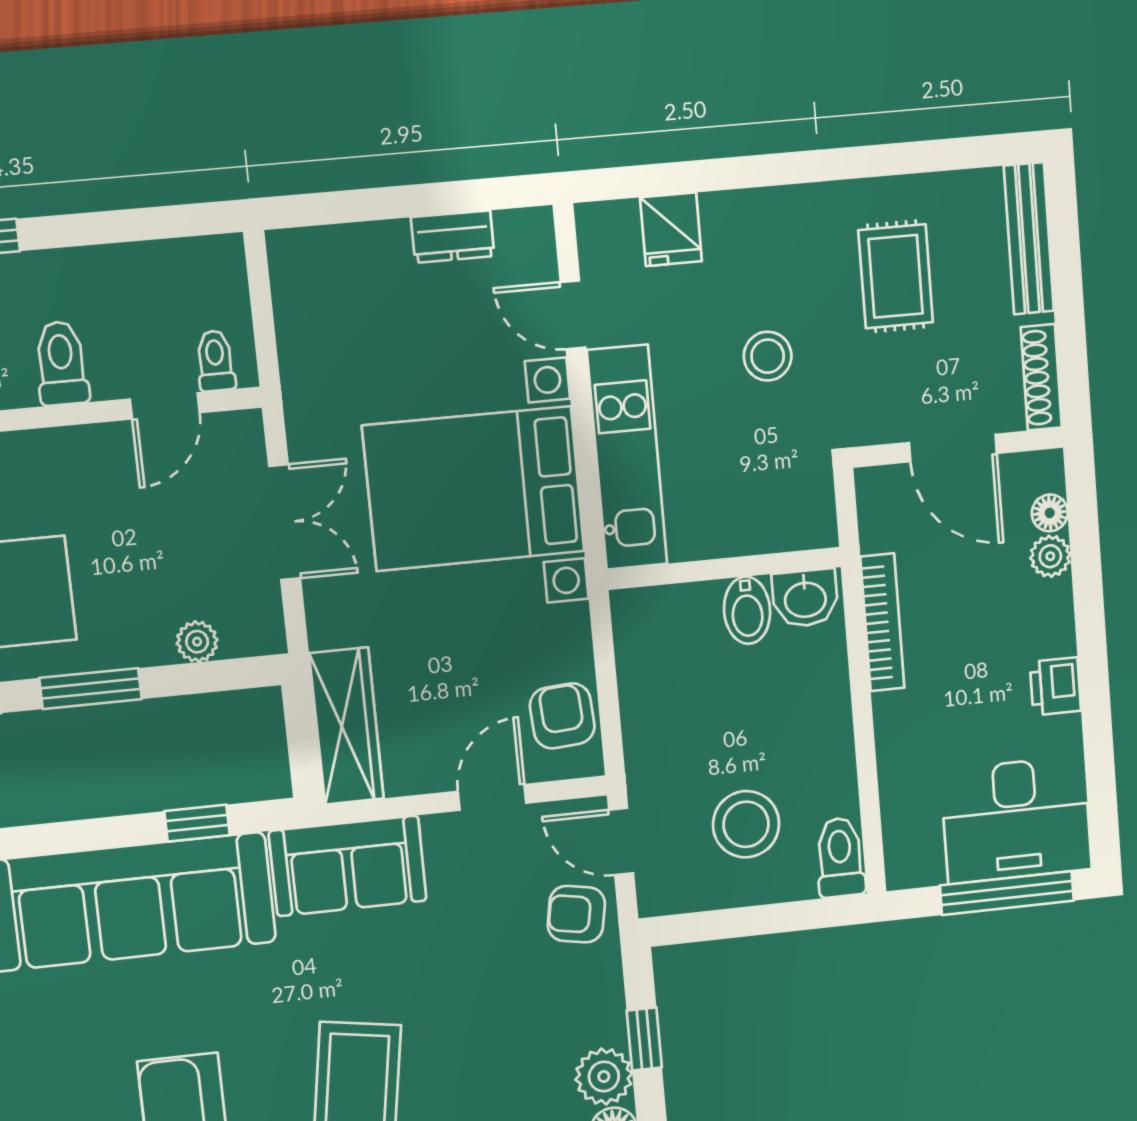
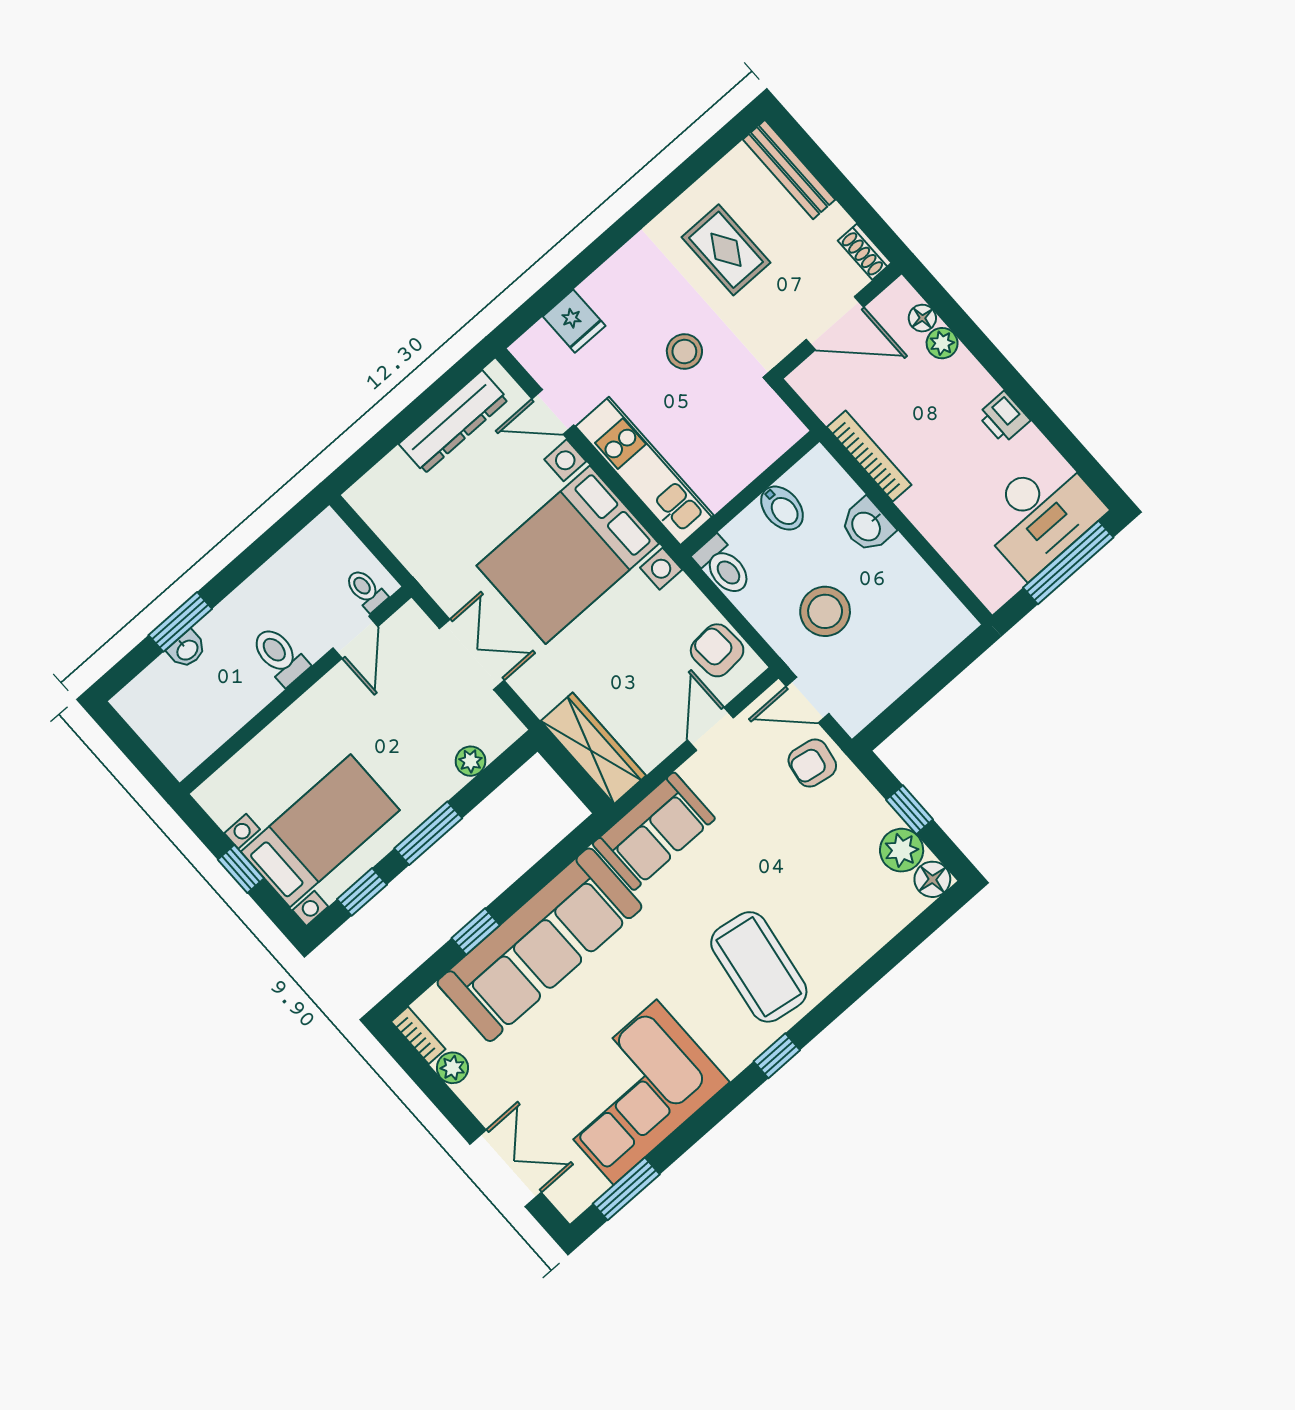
dresser: (453, 237) -> (454, 422), width x1.96, depth x1.24
shoe rack: (1041, 377) -> (865, 252), width x0.70
washbasin: (805, 598) -> (867, 526), moved, turned 90
window: (197, 823) -> (476, 932), moved
stool: (746, 824) -> (825, 611), moved
toilet: (840, 857) -> (723, 566), moved, turned 180

